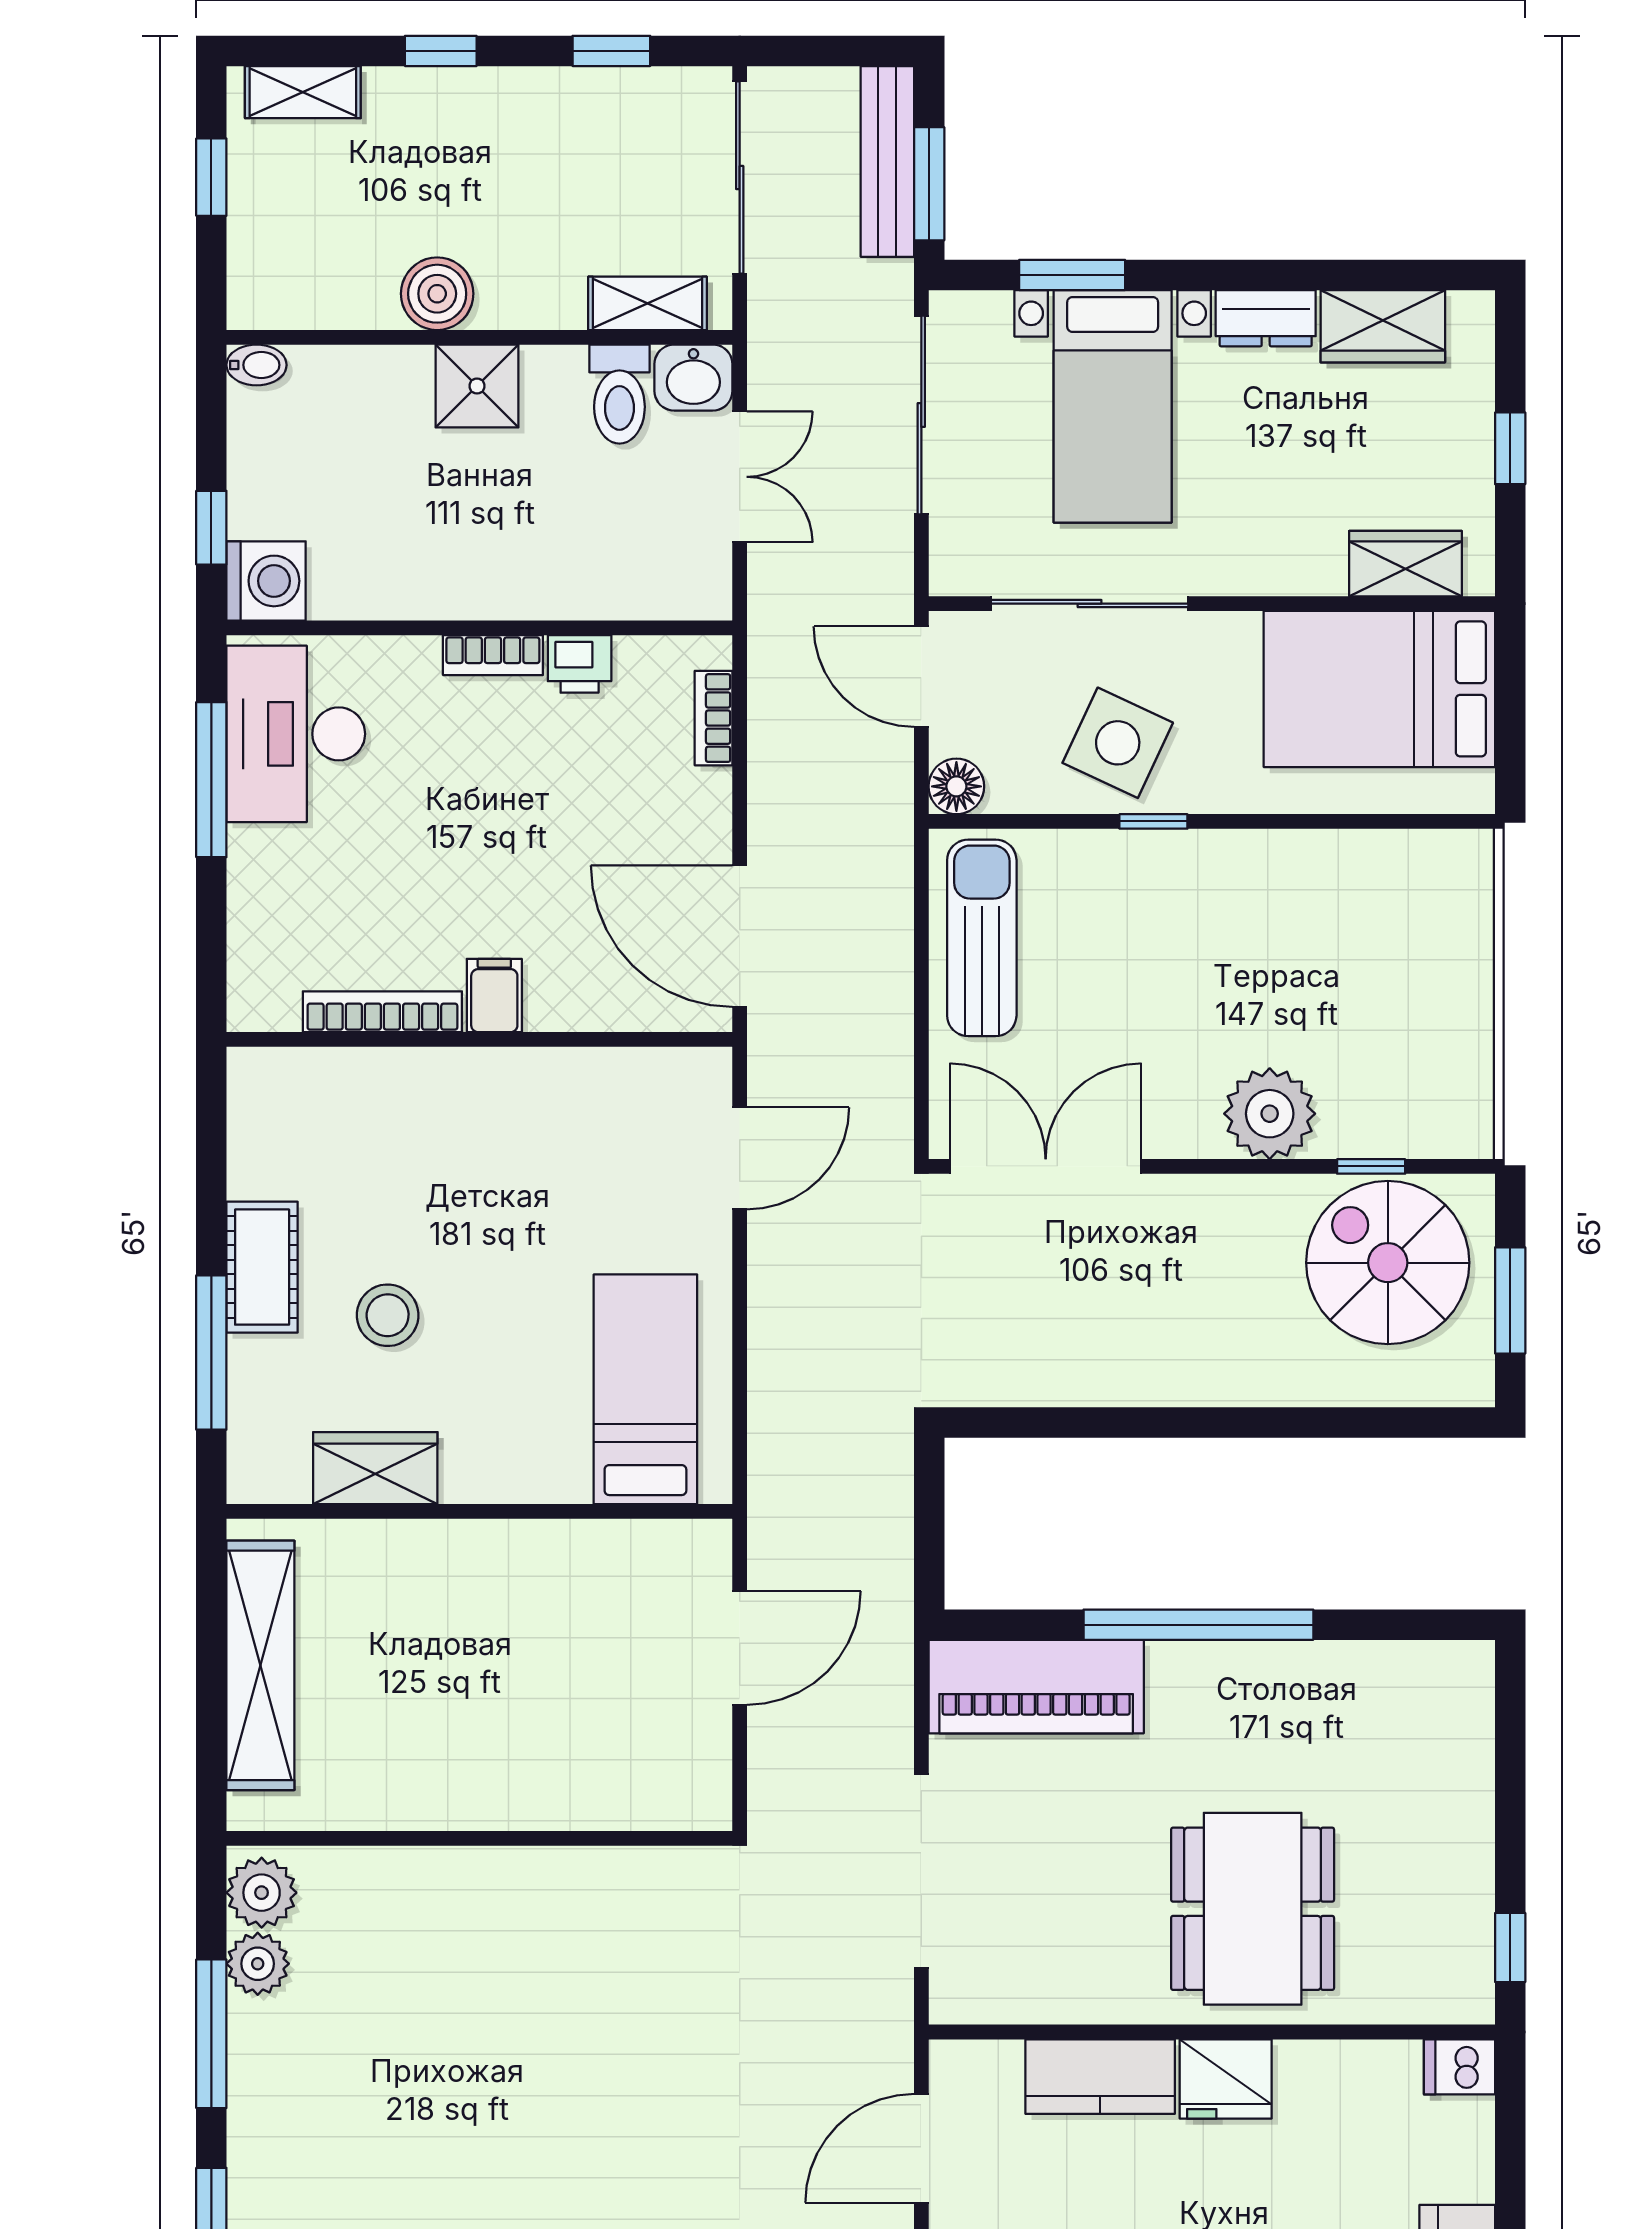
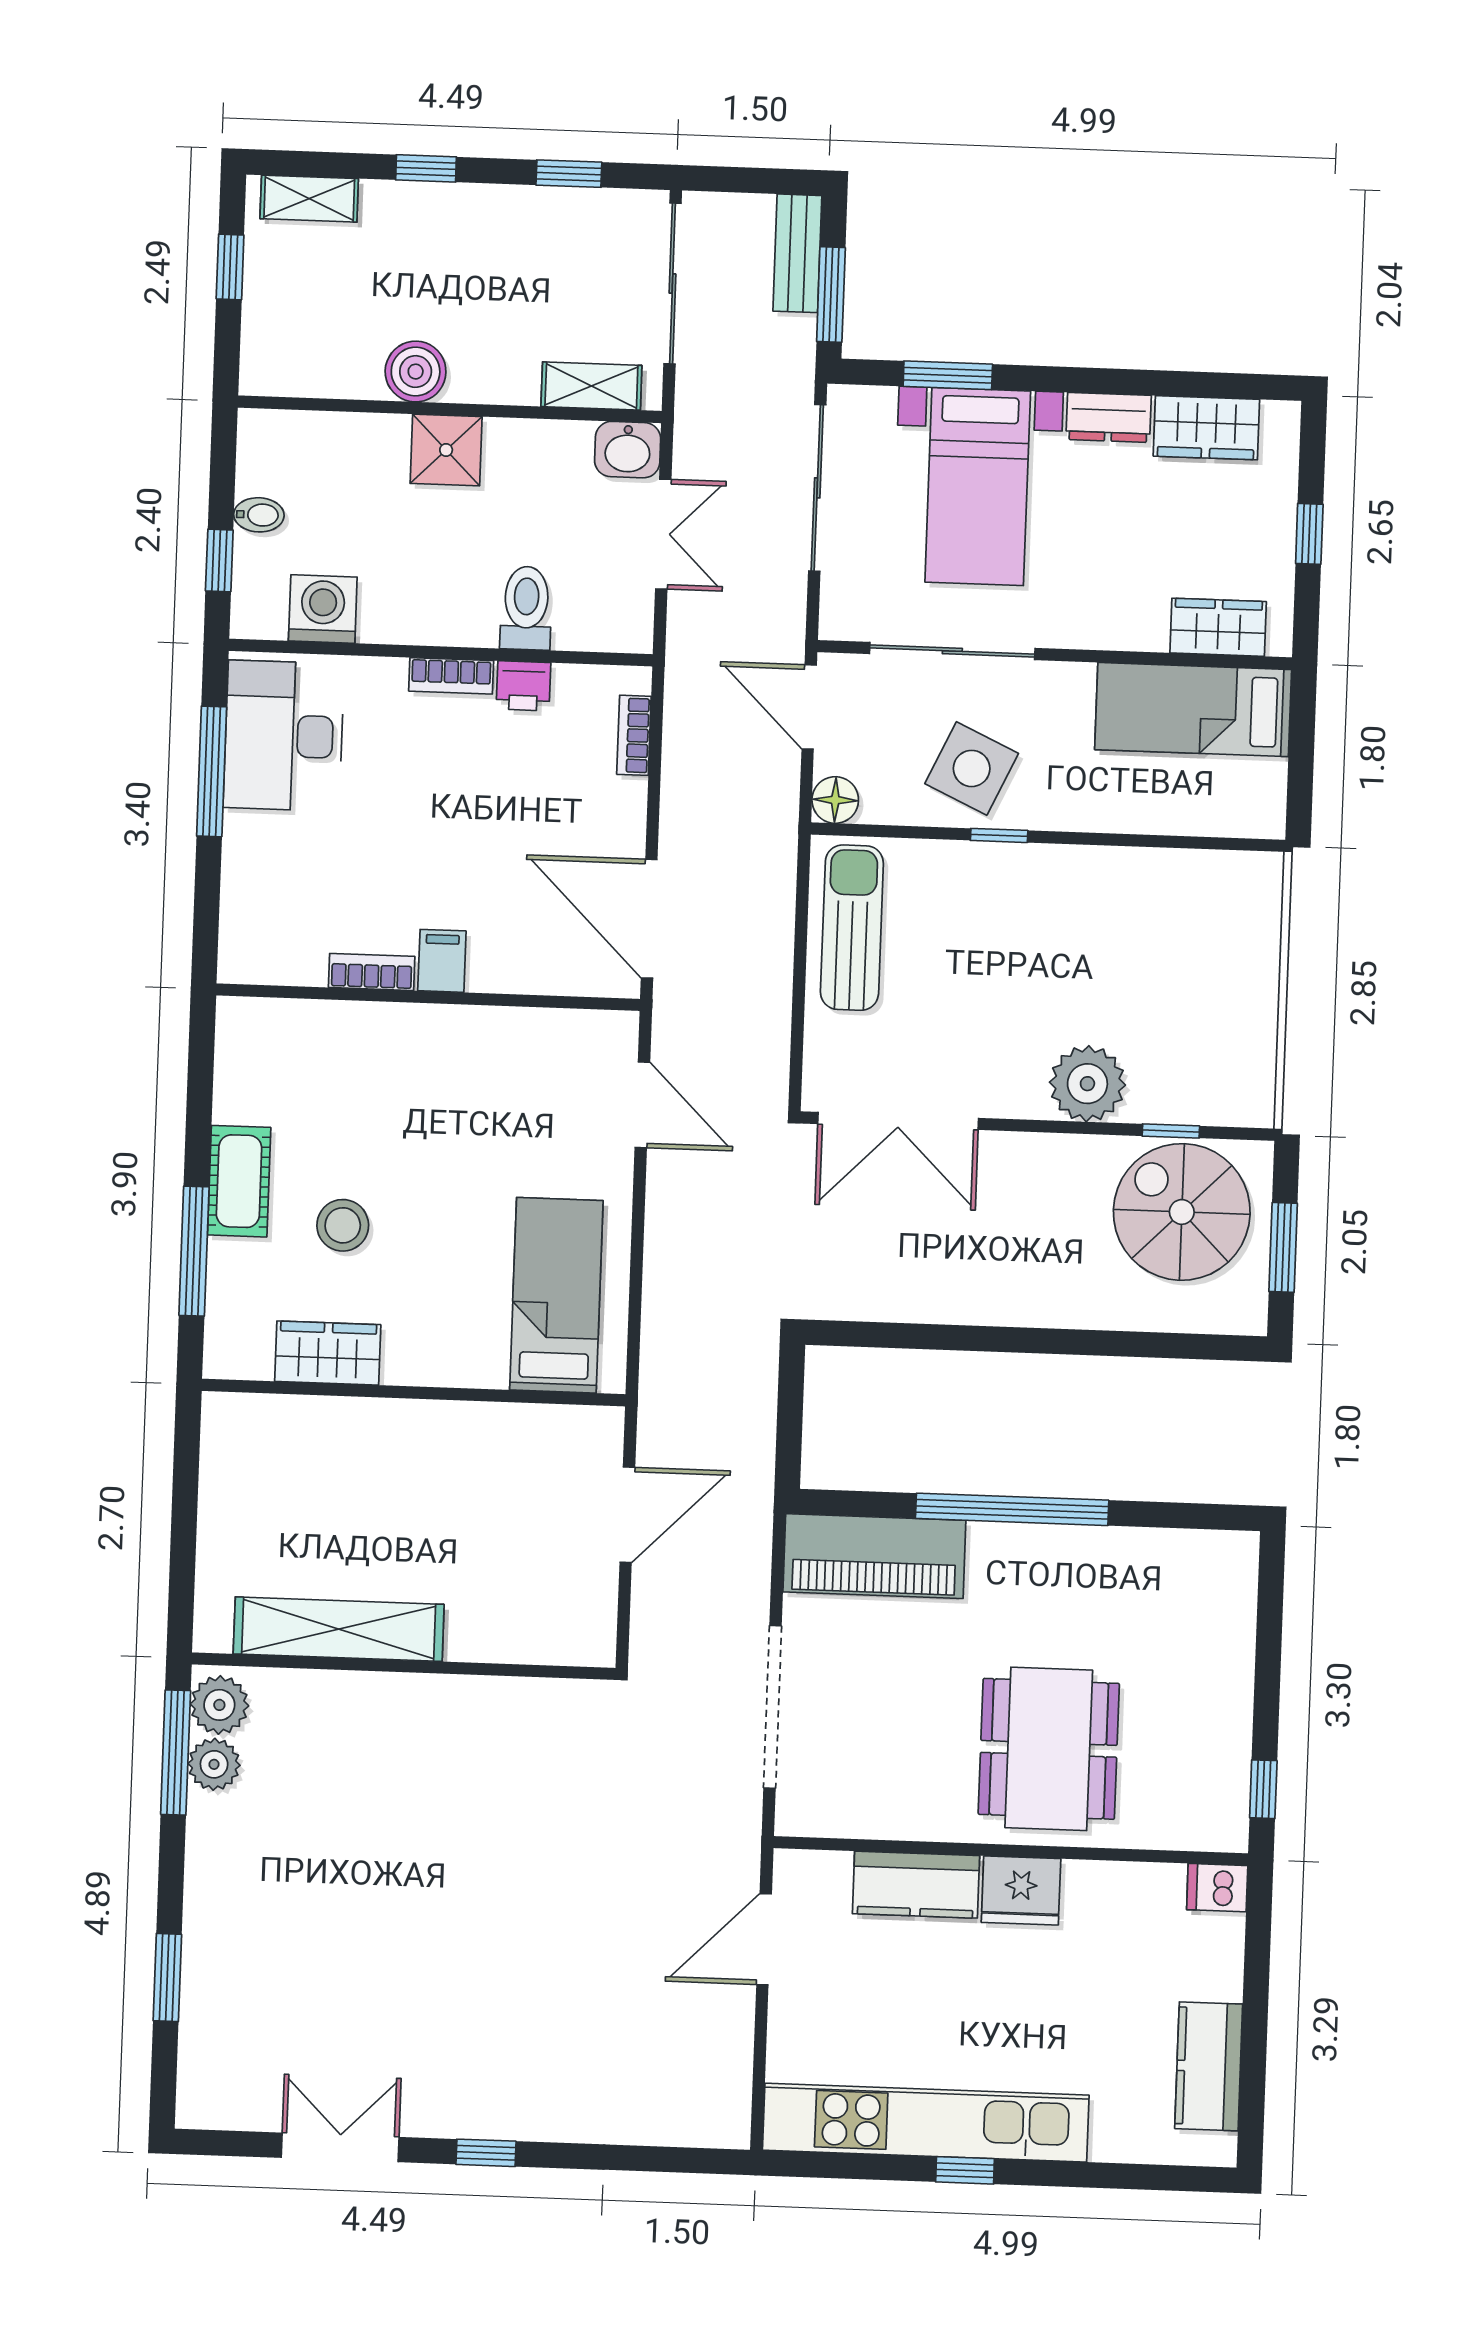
bench: (887, 161) -> (797, 253), width x0.73
bidet: (257, 365) -> (259, 515), moved
toilet: (619, 394) -> (526, 608), moved, turned 180
washing machine: (266, 581) -> (323, 609), moved, turned -90
bed: (1379, 689) -> (1193, 710), width x0.67
bookcase: (382, 1012) -> (372, 972), width x0.64
door: (740, 1158) -> (642, 1105), hinge flipped
double door: (1046, 1166) -> (898, 1121), swing flipped
shelving: (260, 1665) -> (339, 1629), moved, turned 90
window: (211, 2034) -> (176, 1752), moved

